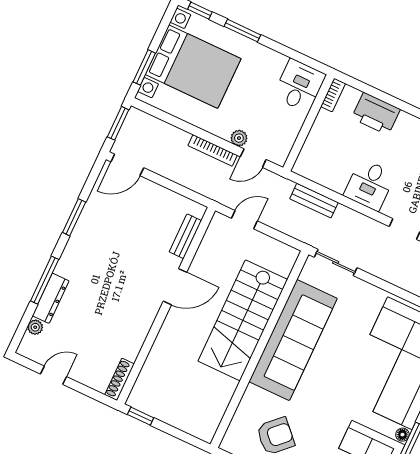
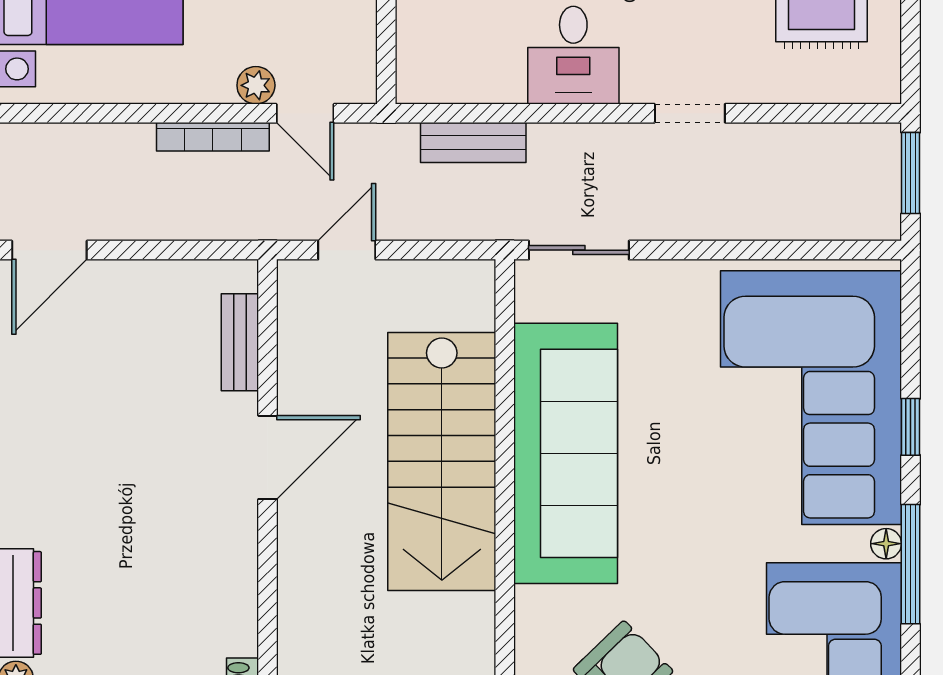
door: (253, 158) -> (305, 113), hinge flipped

